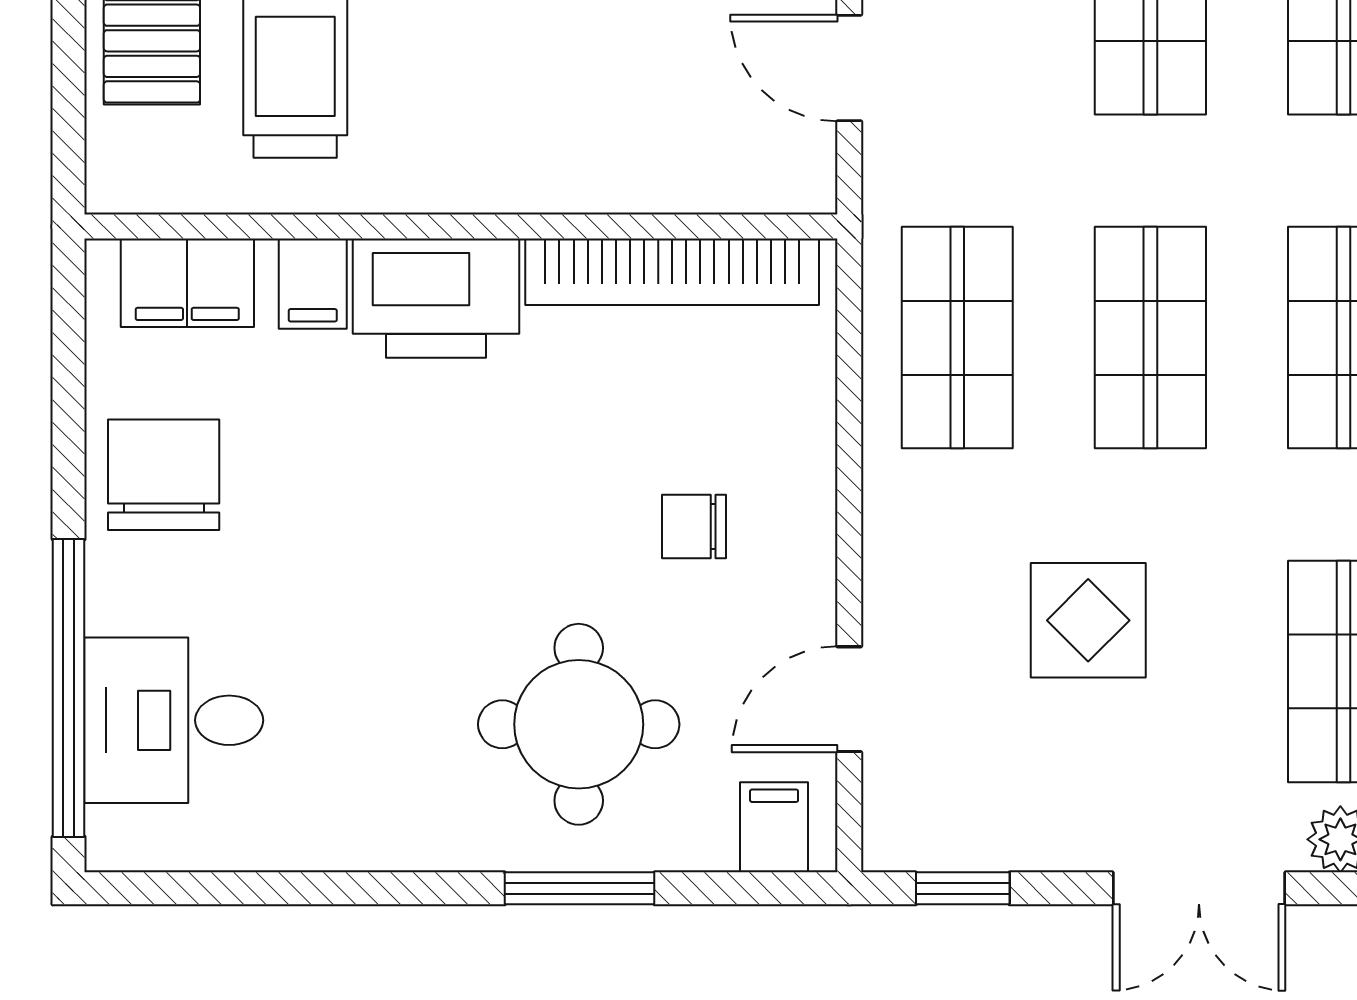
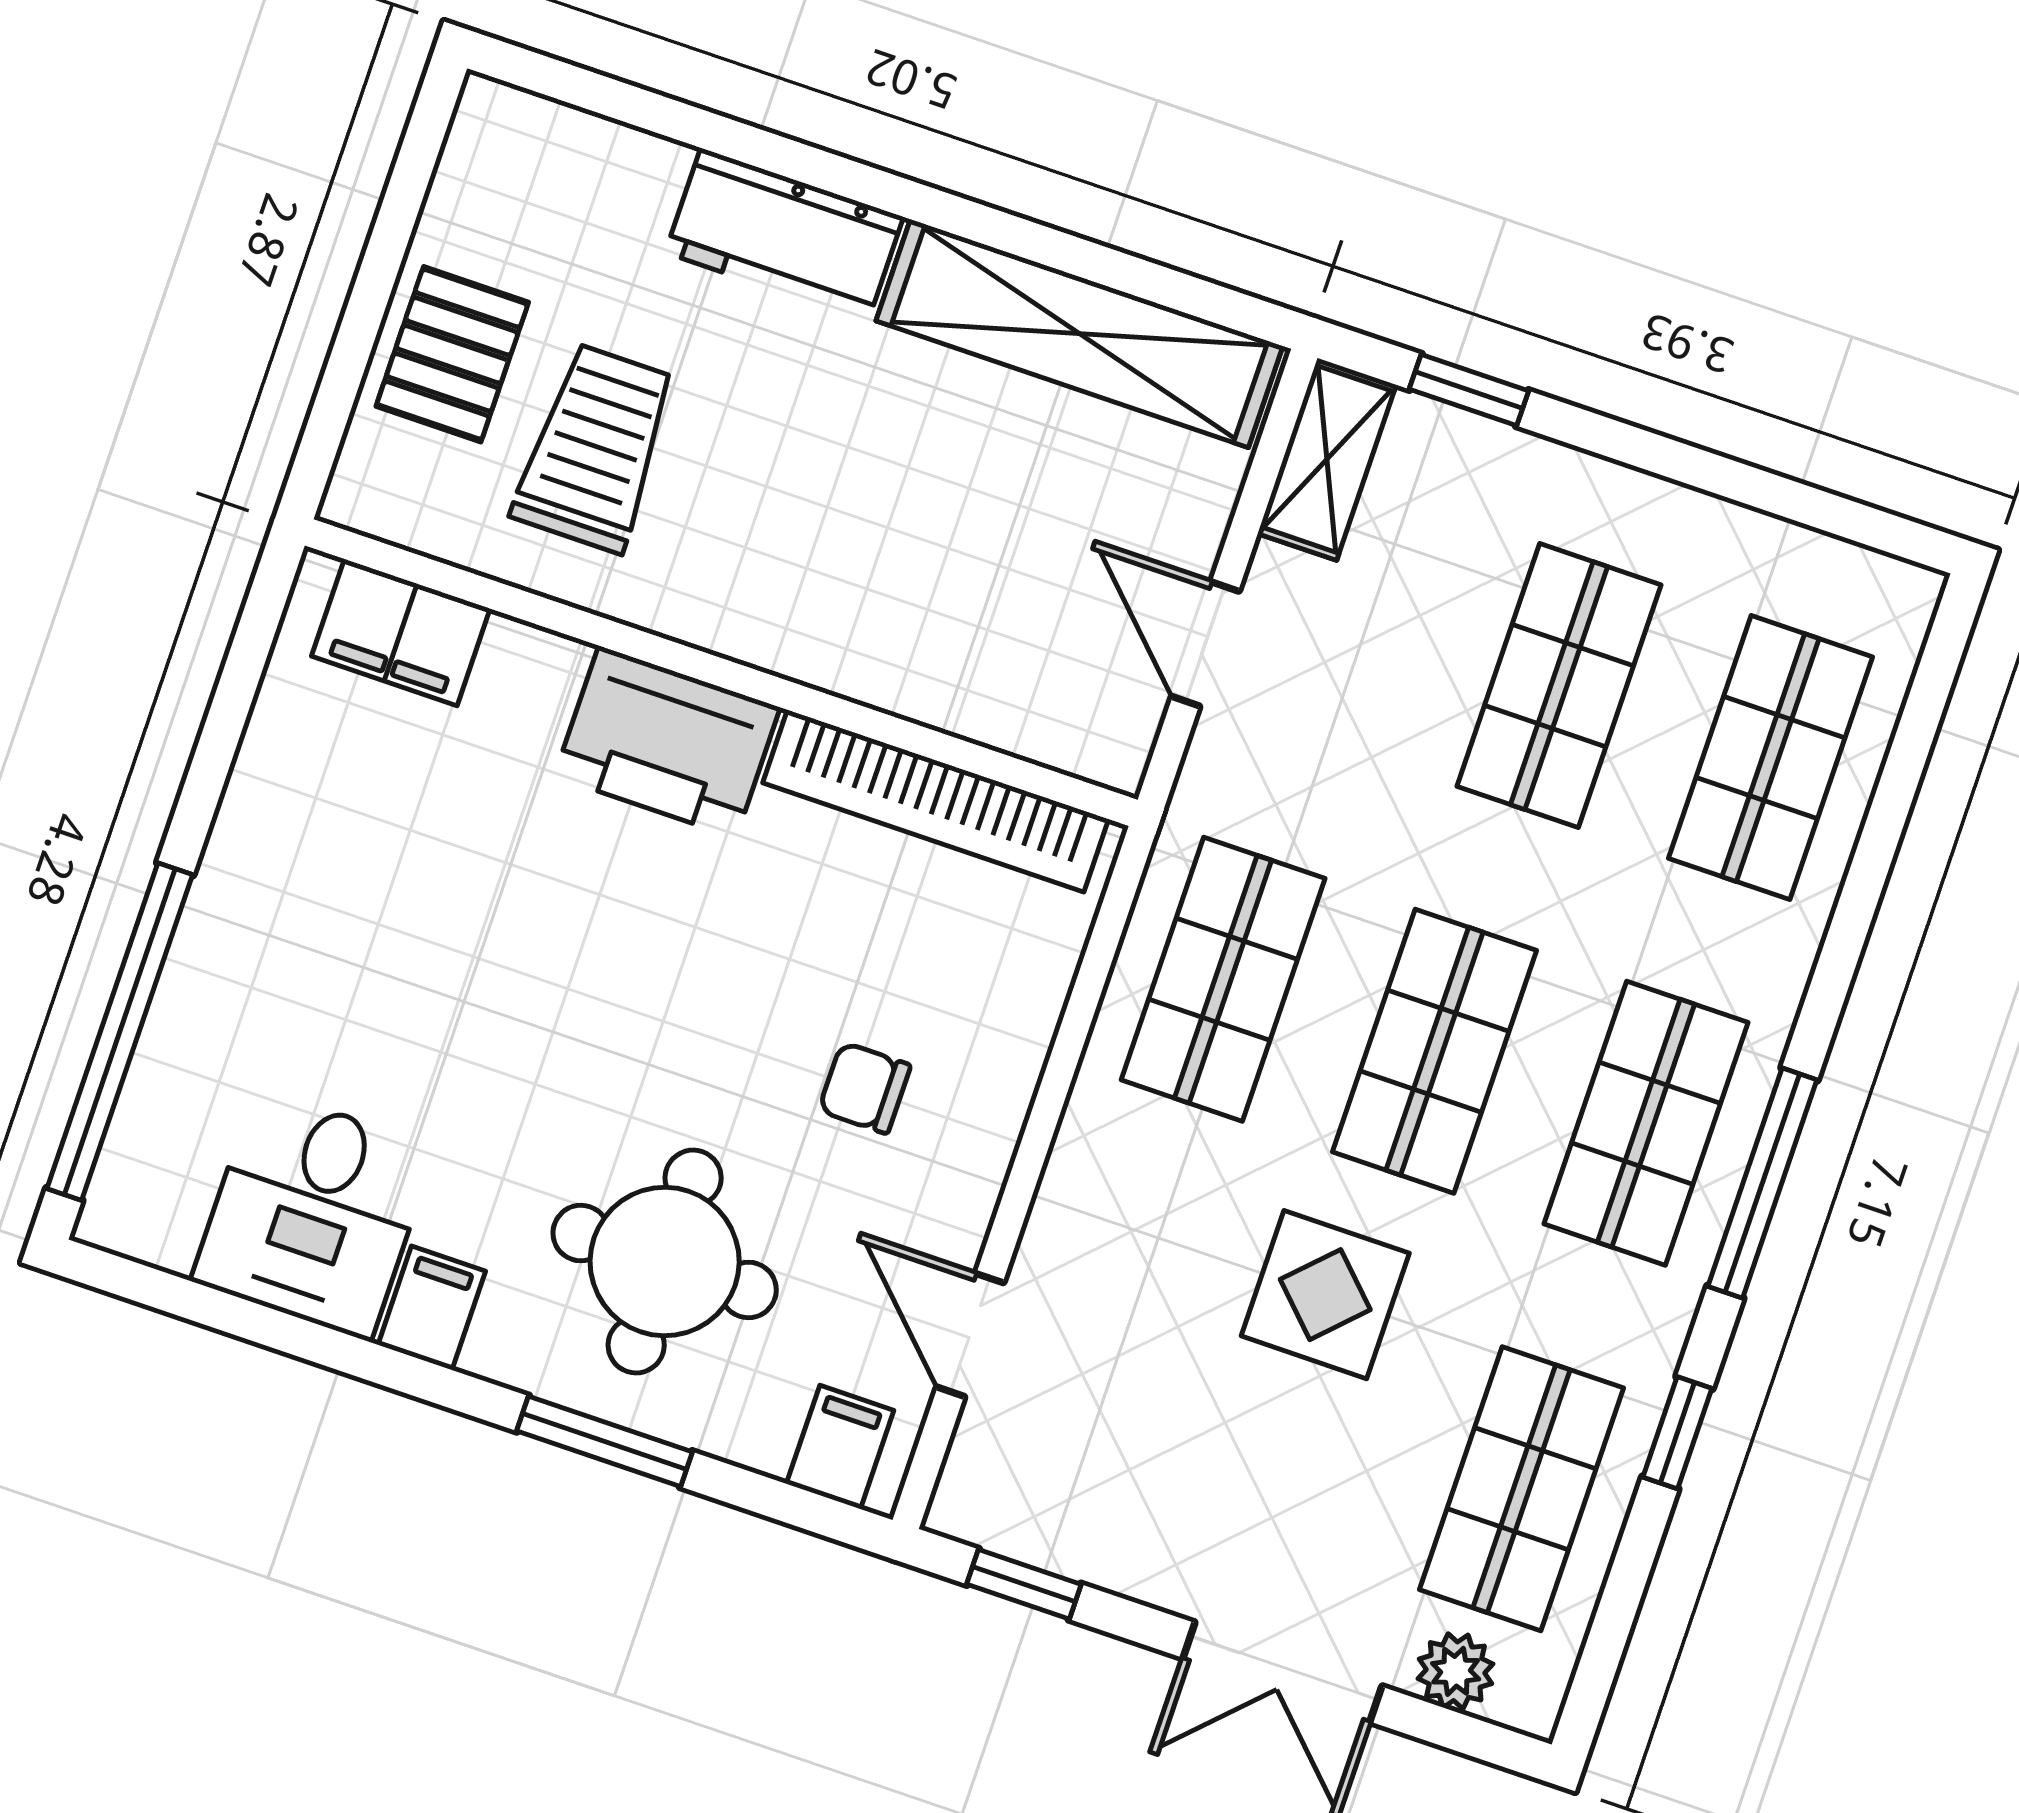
filing cabinet: (313, 284) -> (432, 1308), moved, turned 180
chair: (164, 475) -> (303, 834), removed
display table: (1088, 620) -> (1325, 1295), moved
door: (849, 699) -> (970, 1335), hinge flipped
desk: (174, 720) -> (313, 1214), moved, turned -90

